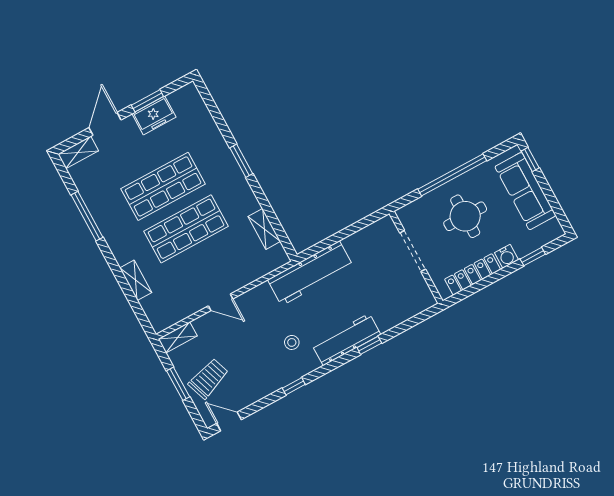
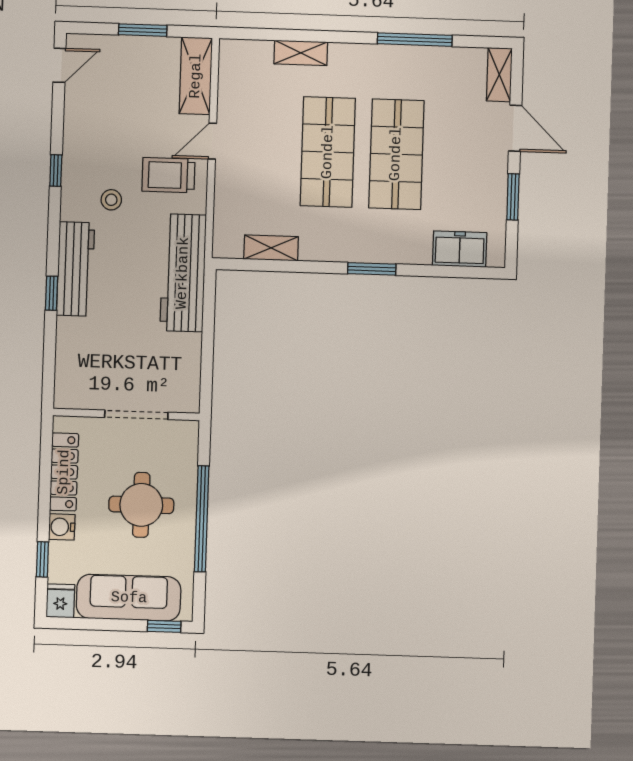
freezer: (154, 115) -> (460, 249), moved, turned 90
fridge: (551, 231) -> (60, 601), added
shelving: (178, 337) -> (196, 76), width x1.50, depth x1.33
trolley: (208, 379) -> (168, 175), moved, turned 109

